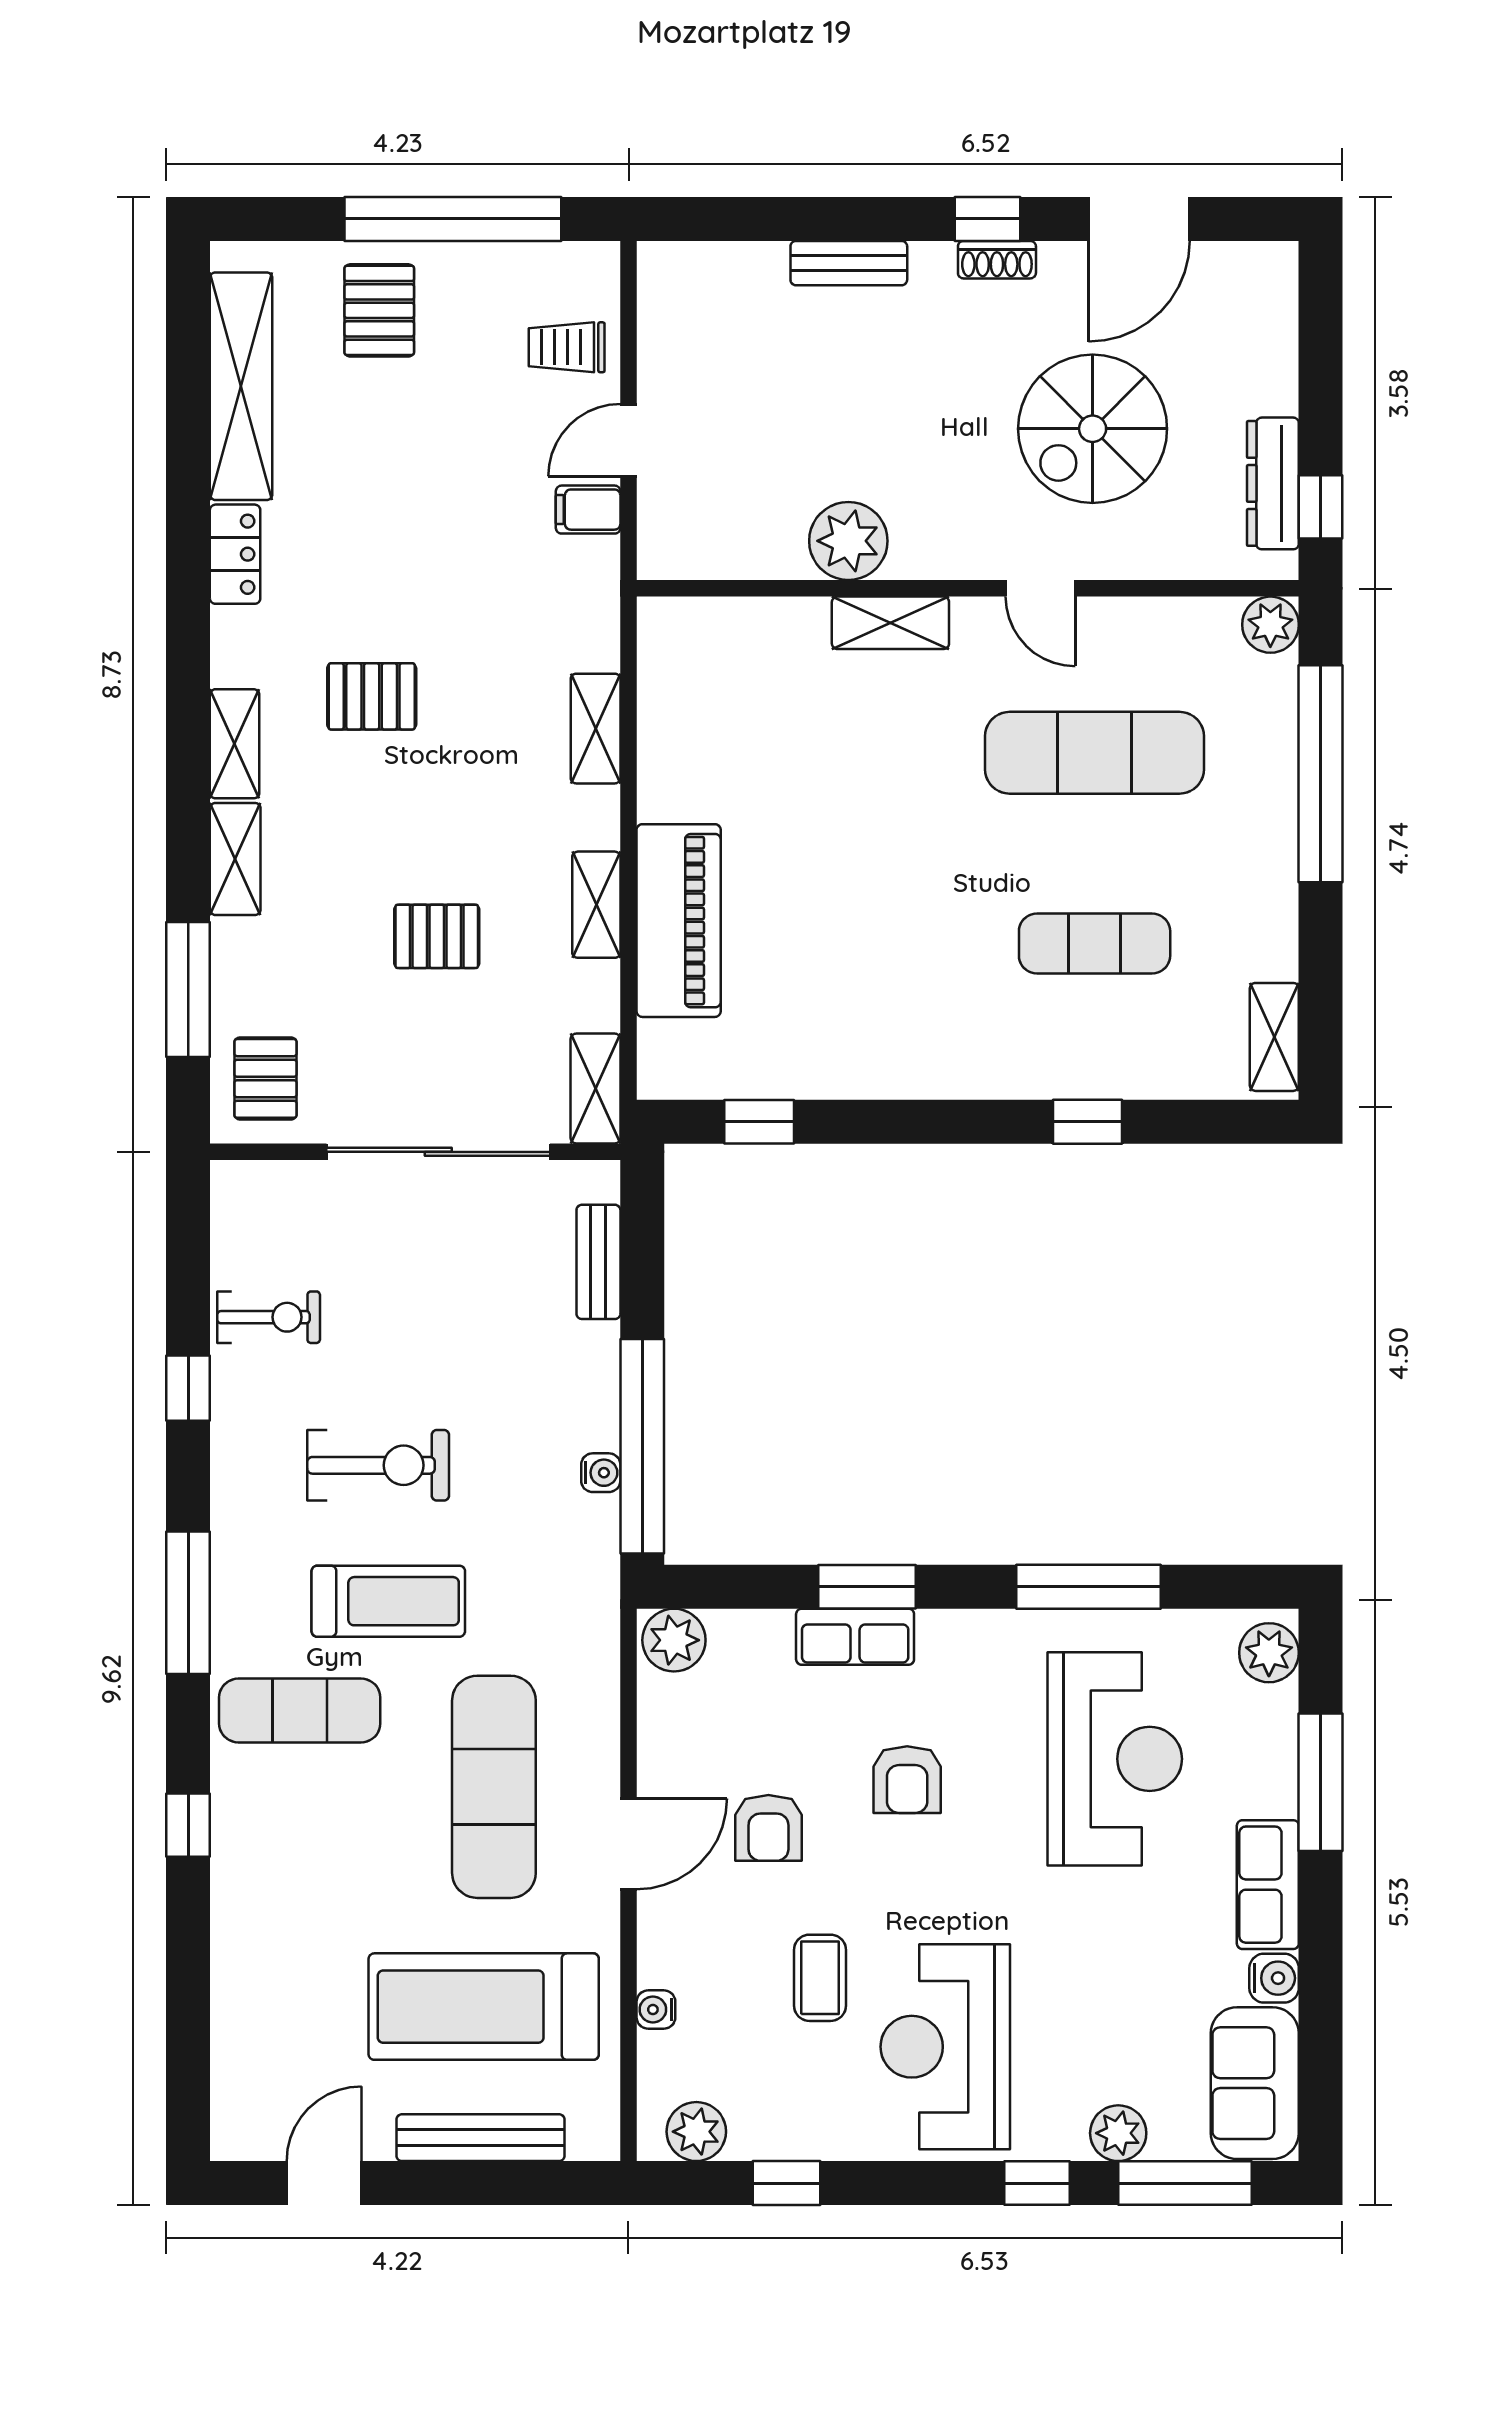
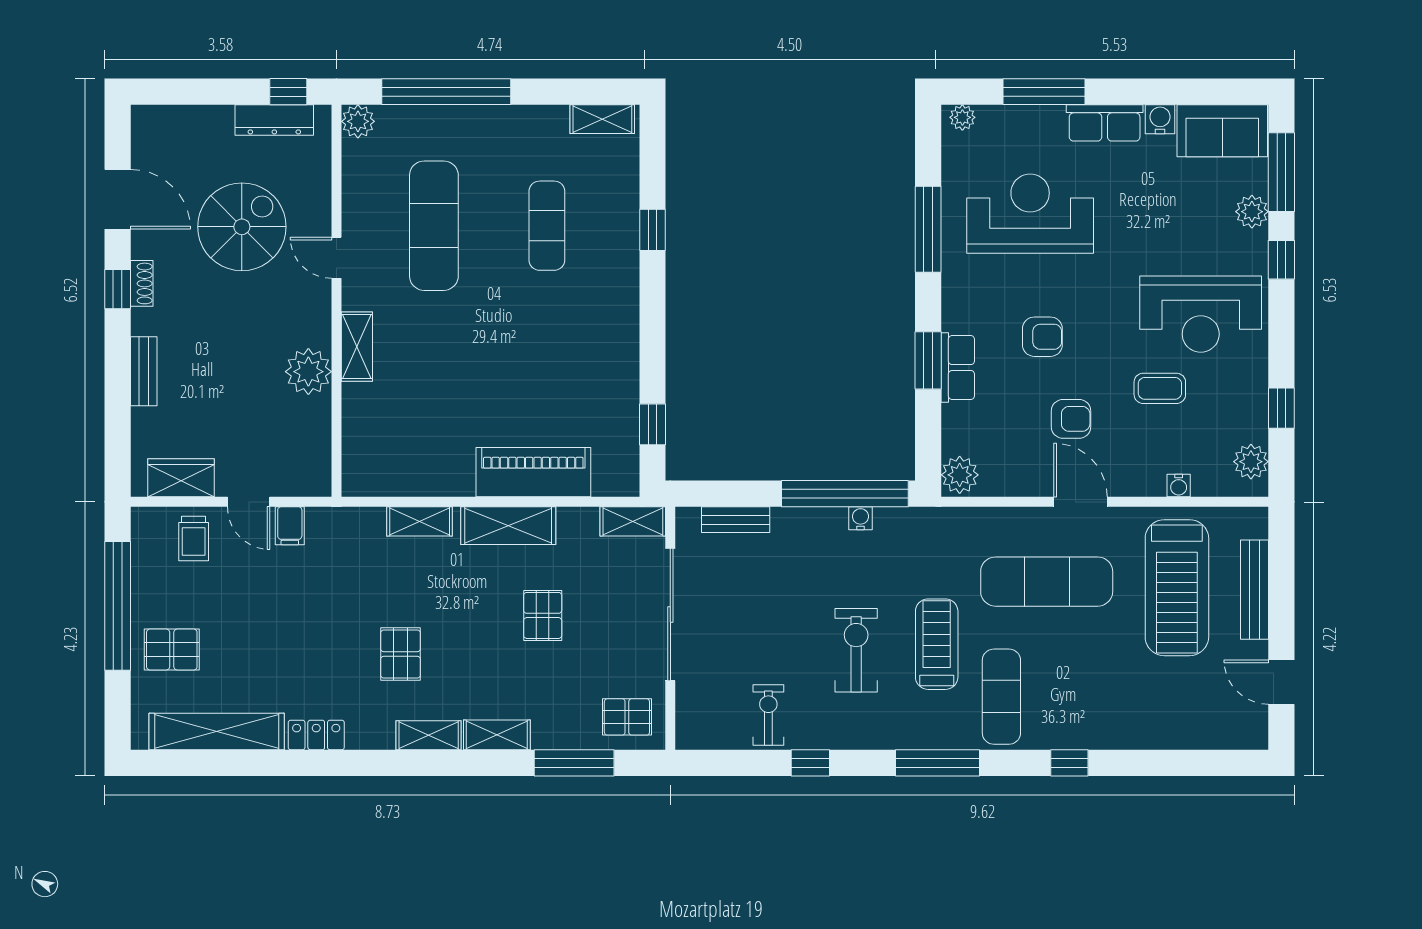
wardrobe: (669, 326) -> (181, 478), added
spiral stairs: (1093, 429) -> (242, 227), turned -90
door: (1040, 588) -> (336, 258), swing flipped
shelving: (596, 905) -> (508, 526), width x1.50, depth x1.33
plant: (1269, 1653) -> (962, 117), width x0.73, depth x0.73

